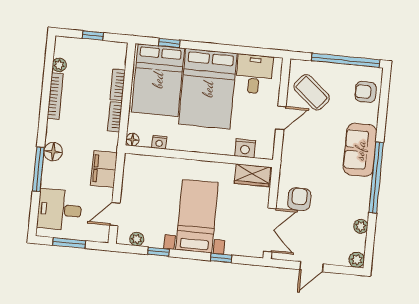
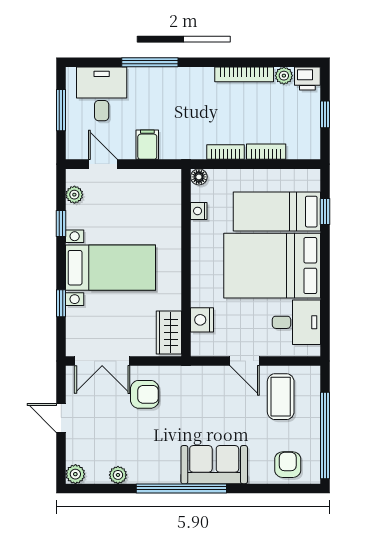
printer: (63, 47) -> (307, 79), added
bed: (158, 80) -> (277, 212), width x0.67
coffee table: (312, 92) -> (281, 397), turned -40
floor lamp: (53, 152) -> (174, 79), removed
filing cabinet: (104, 169) -> (147, 145), width x0.50

